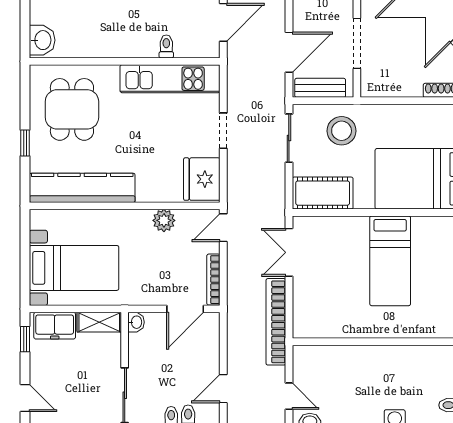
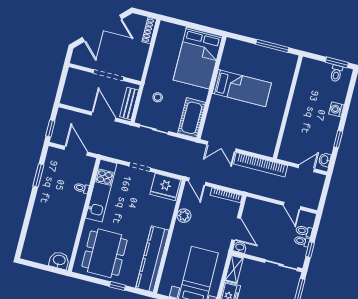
dining table: (72, 109) -> (105, 253), width x1.38
stool: (342, 131) -> (158, 97), width x0.53, depth x0.53
door: (185, 309) -> (236, 229), moved

